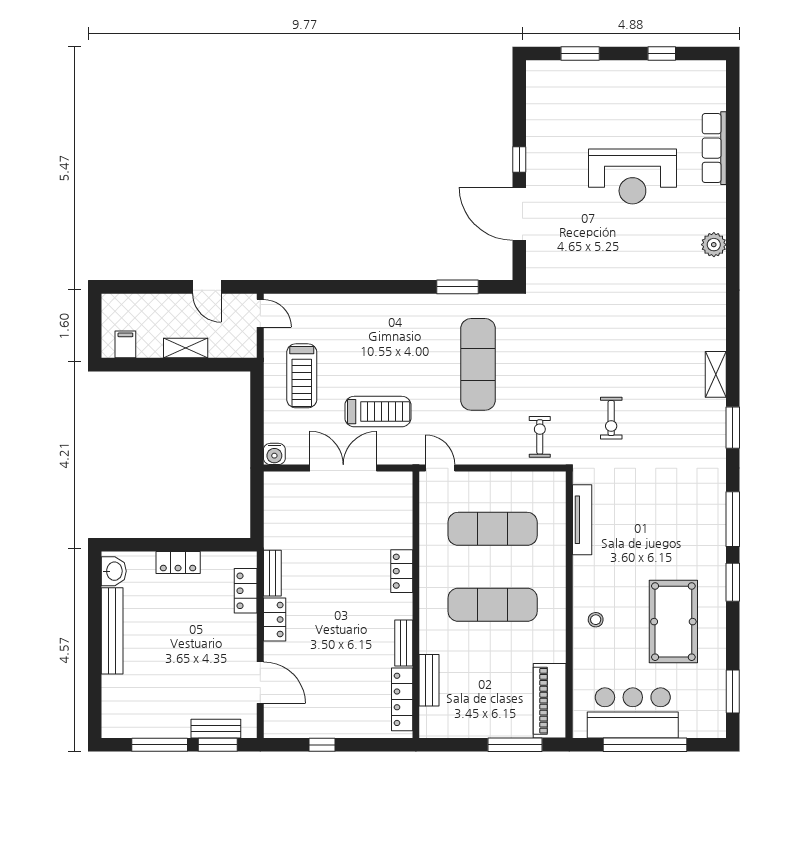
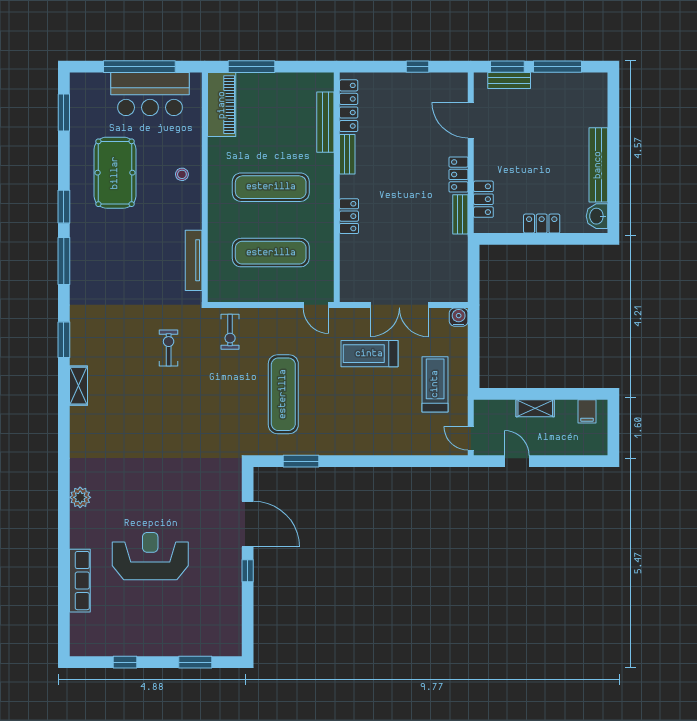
bench: (429, 680) -> (325, 122), width x1.36

